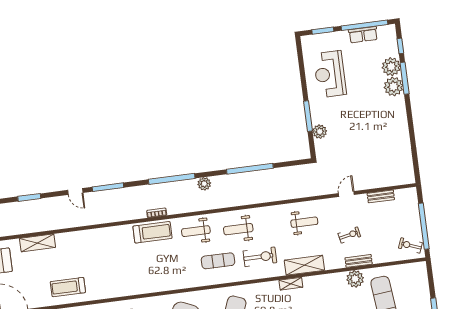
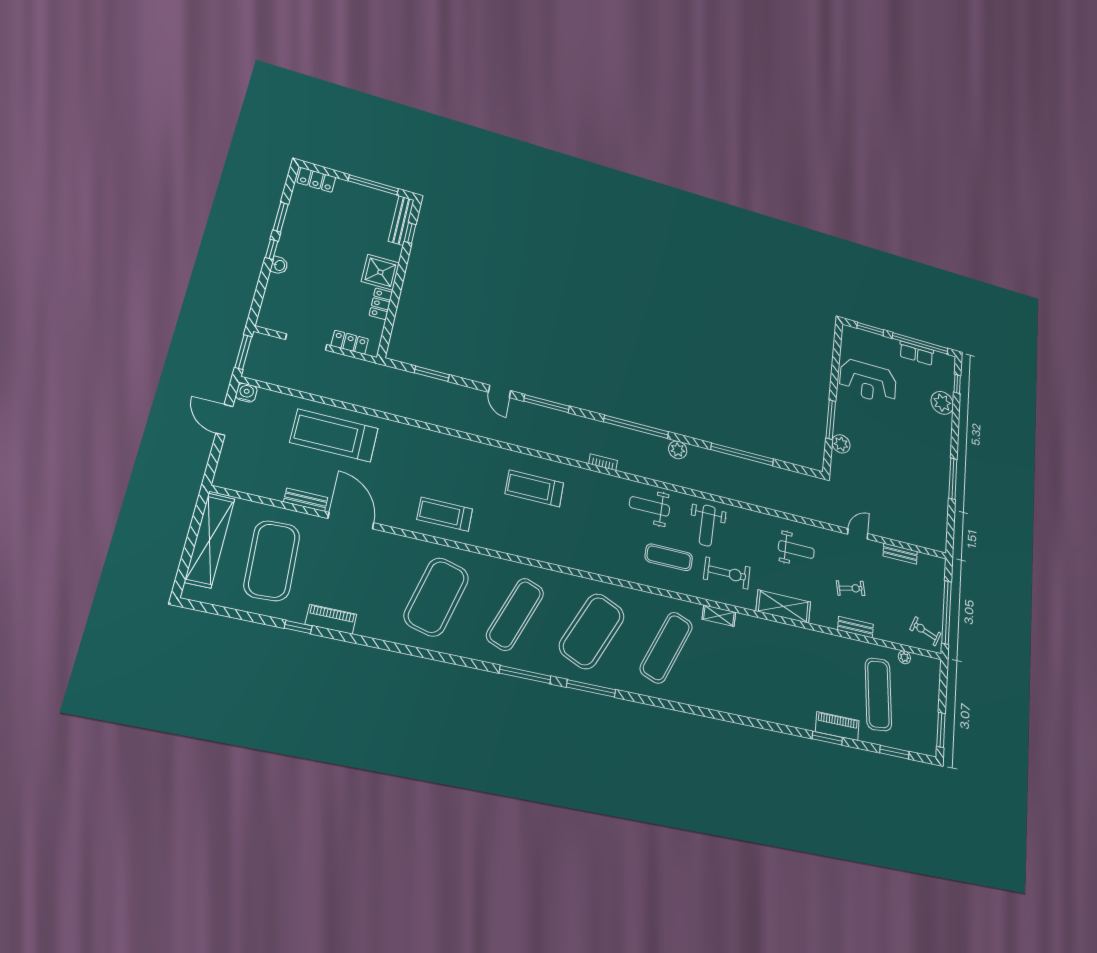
reception desk: (330, 74) -> (868, 381), turned -90
window: (405, 78) -> (953, 479), moved
plant: (393, 86) -> (941, 427), removed
weight bench: (238, 229) -> (707, 525), turned -90
treadmill: (152, 232) -> (534, 488), moved, turned 180
shelving: (38, 243) -> (422, 438), removed
plant: (355, 279) -> (904, 657), moved, width x0.53, depth x0.53
shelving: (291, 284) -> (719, 616), moved

